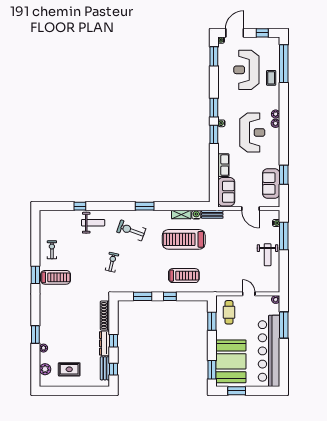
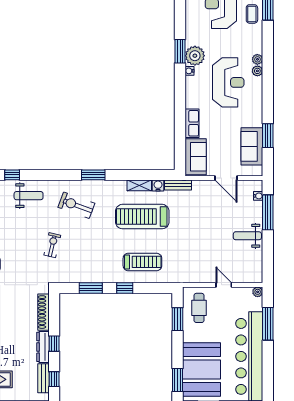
plant: (226, 111) -> (195, 56), added
window: (214, 134) -> (180, 85), removed
weight bench: (268, 255) -> (247, 236), turned 90

